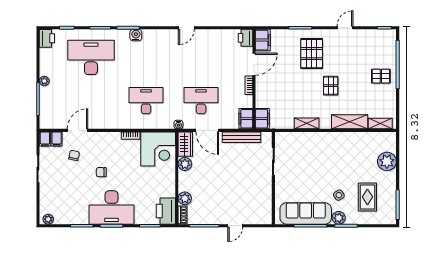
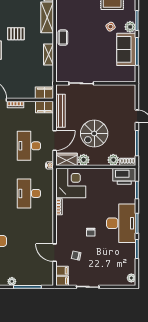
coffee table: (326, 140) -> (63, 38), added
spiral stairs: (215, 176) -> (94, 134), added
sofa: (306, 213) -> (126, 49), width x0.73

